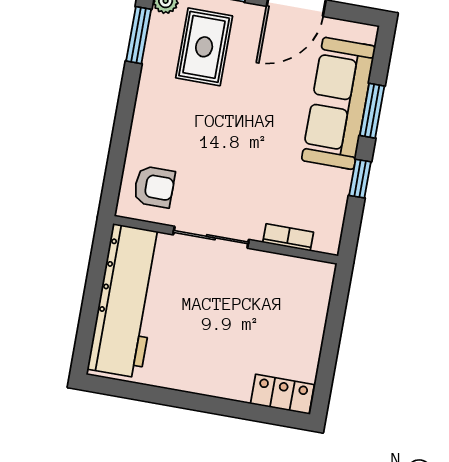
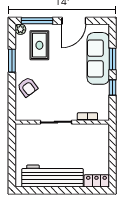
window: (139, 35) -> (12, 61), moved
armchair: (154, 187) -> (28, 87), moved, turned 53
workbench: (126, 301) -> (53, 176), moved, turned -90

